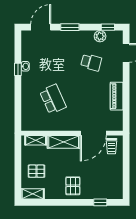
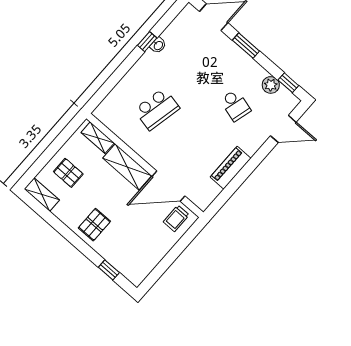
school desk: (53, 99) -> (157, 109), turned 36

